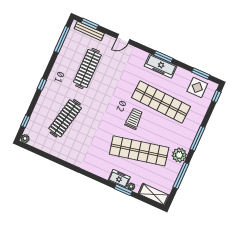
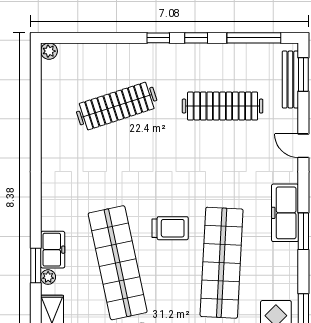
freezer: (161, 66) -> (285, 213), moved
clothes rail: (65, 118) -> (117, 106), turned -30
window: (25, 121) -> (196, 38), moved

